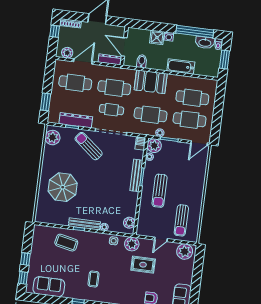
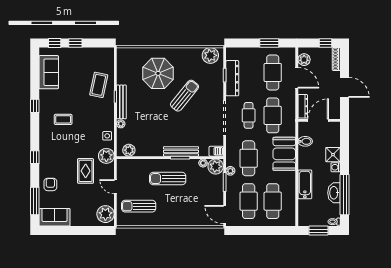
washbasin: (205, 43) -> (334, 193), moved
window: (46, 102) -> (269, 43), moved
sun lounger: (89, 146) -> (185, 96), moved

